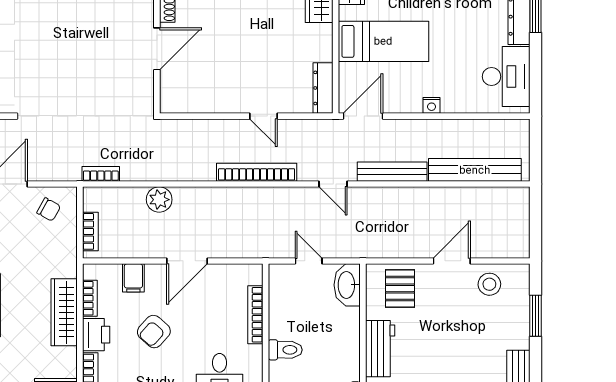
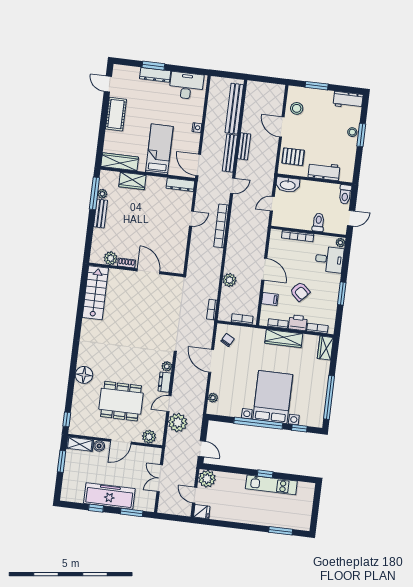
bench: (408, 196) -> (244, 146), added

